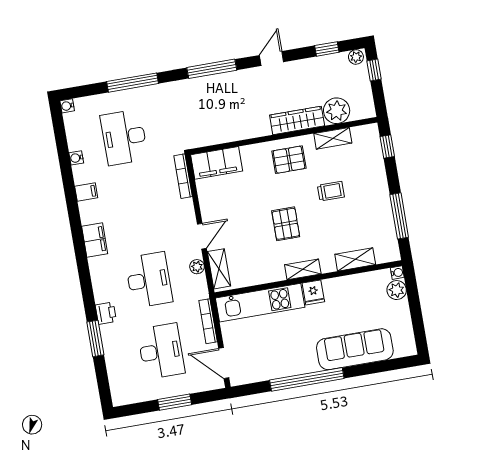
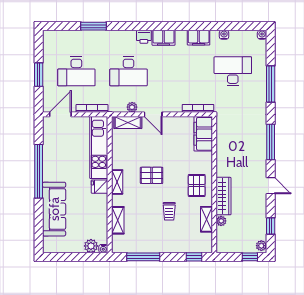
plant: (337, 111) -> (221, 221), width x0.53, depth x0.53
filing cabinet: (86, 192) -> (199, 38), width x2.00
printer: (106, 313) -> (144, 37), moved

